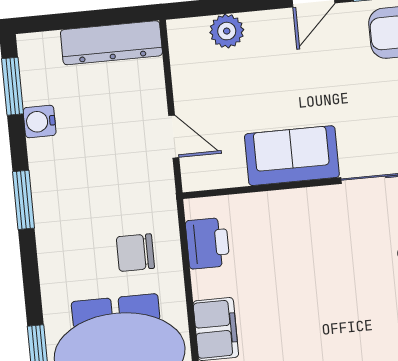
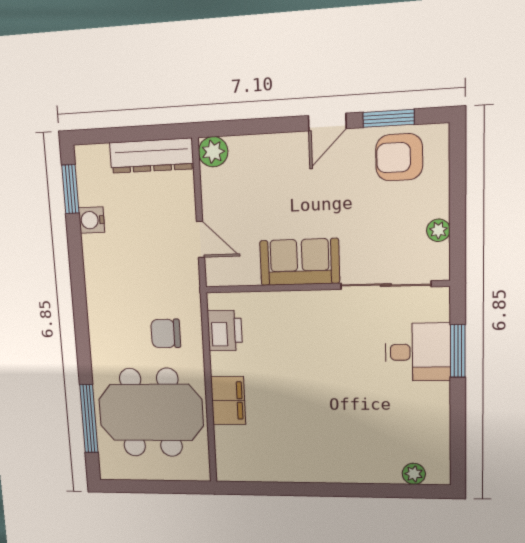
plant: (227, 31) -> (213, 152), moved
window: (24, 200) -> (78, 284), removed

